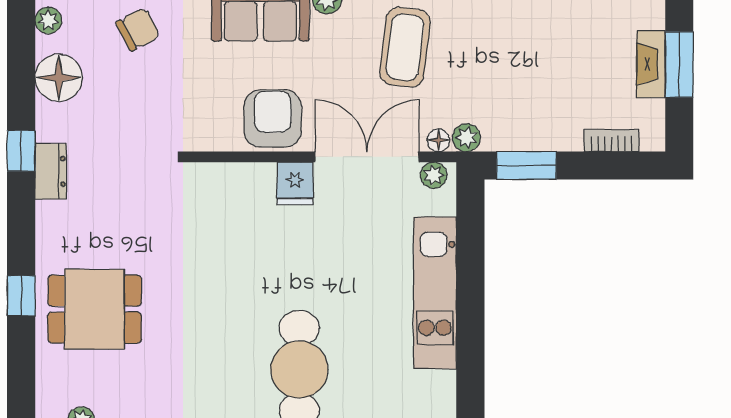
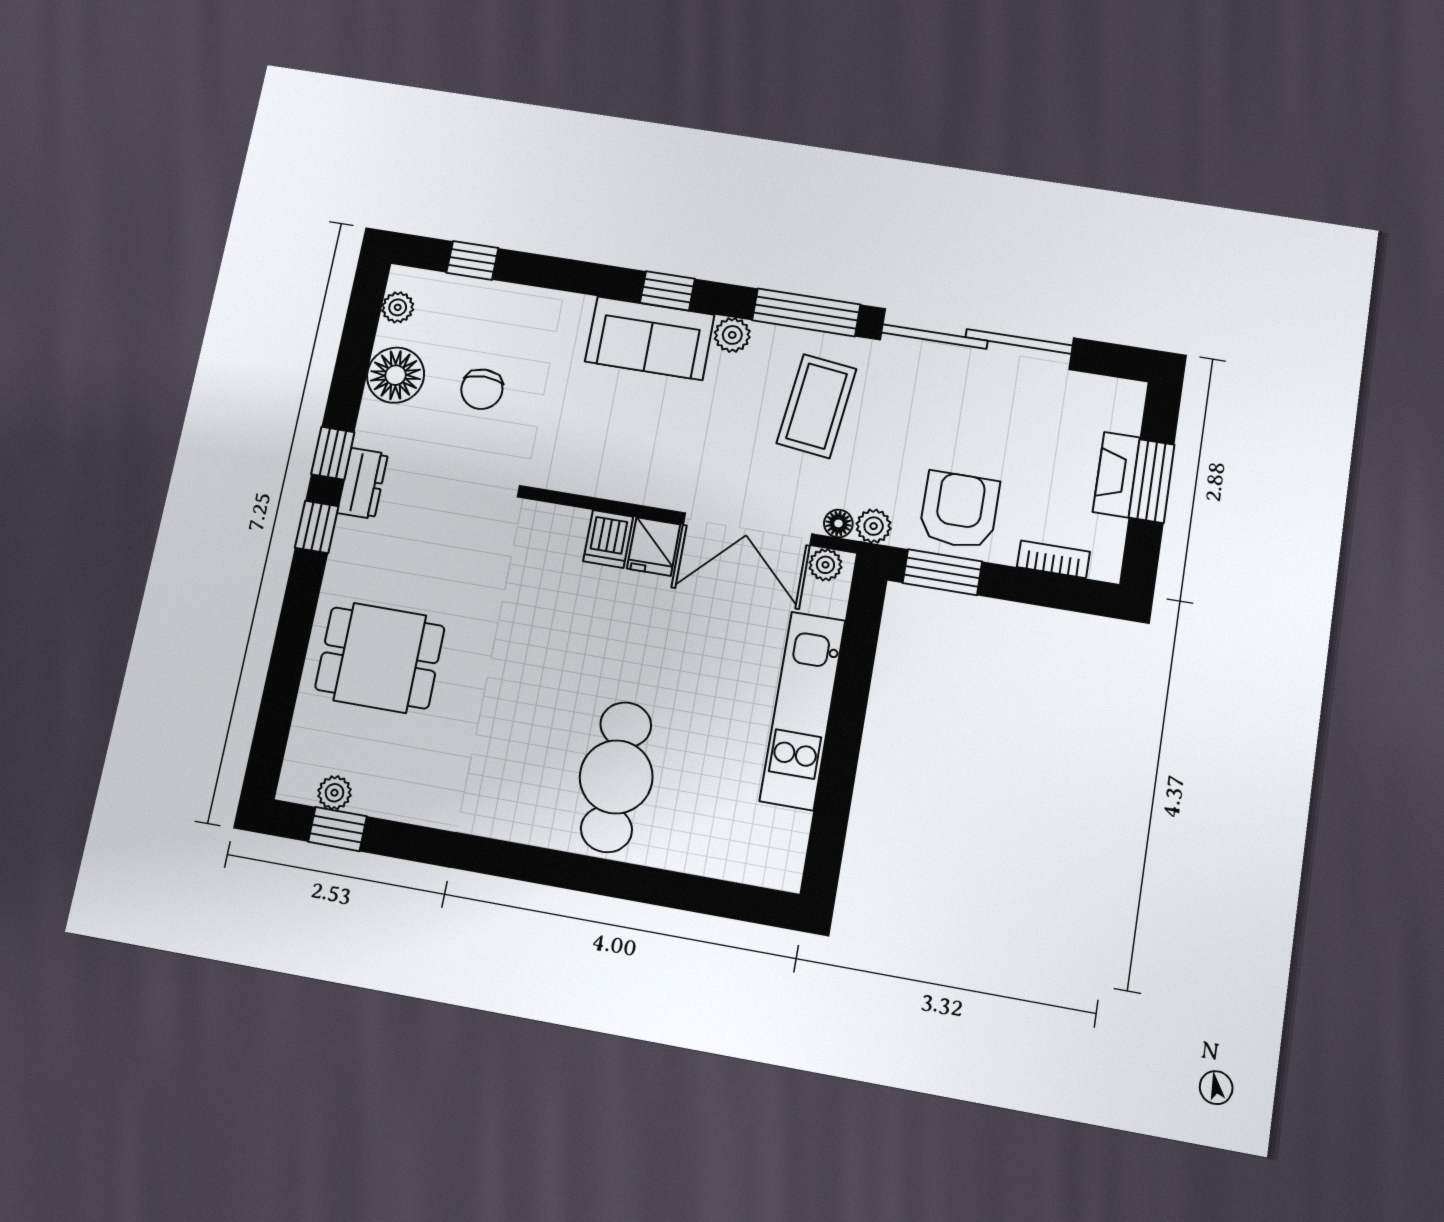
chair: (138, 29) -> (482, 389), moved, turned 118
armchair: (273, 119) -> (959, 510), moved
double door: (367, 157) -> (747, 529), swing flipped
dishwasher: (258, 183) -> (608, 539), added
window: (21, 296) -> (317, 527), moved

